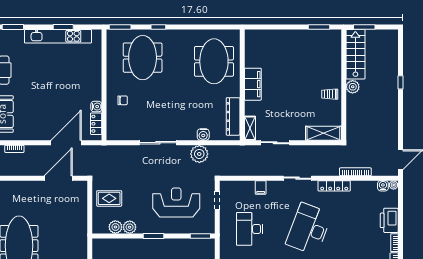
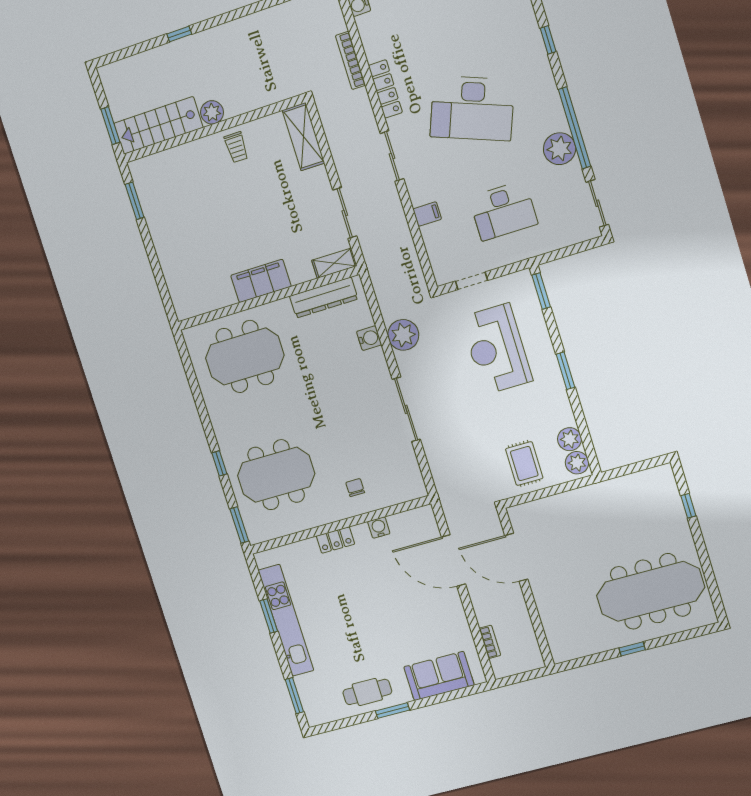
locker: (96, 124) -> (335, 540), moved
plant: (130, 227) -> (577, 463), moved

